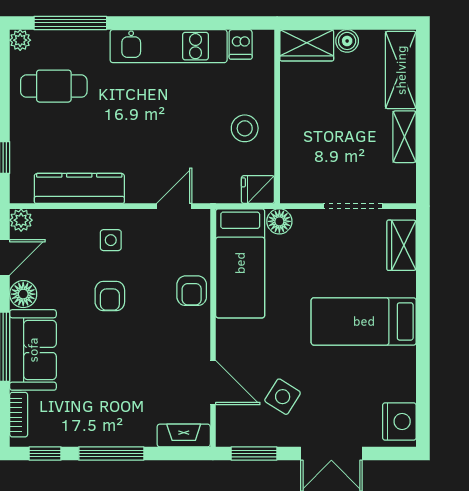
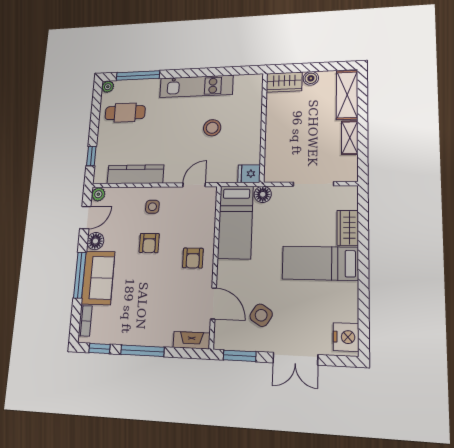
dishwasher: (241, 44) -> (241, 83), removed
stool: (245, 128) -> (212, 128), moved
wardrobe: (402, 245) -> (348, 228), moved
armchair: (192, 291) -> (193, 258), moved

